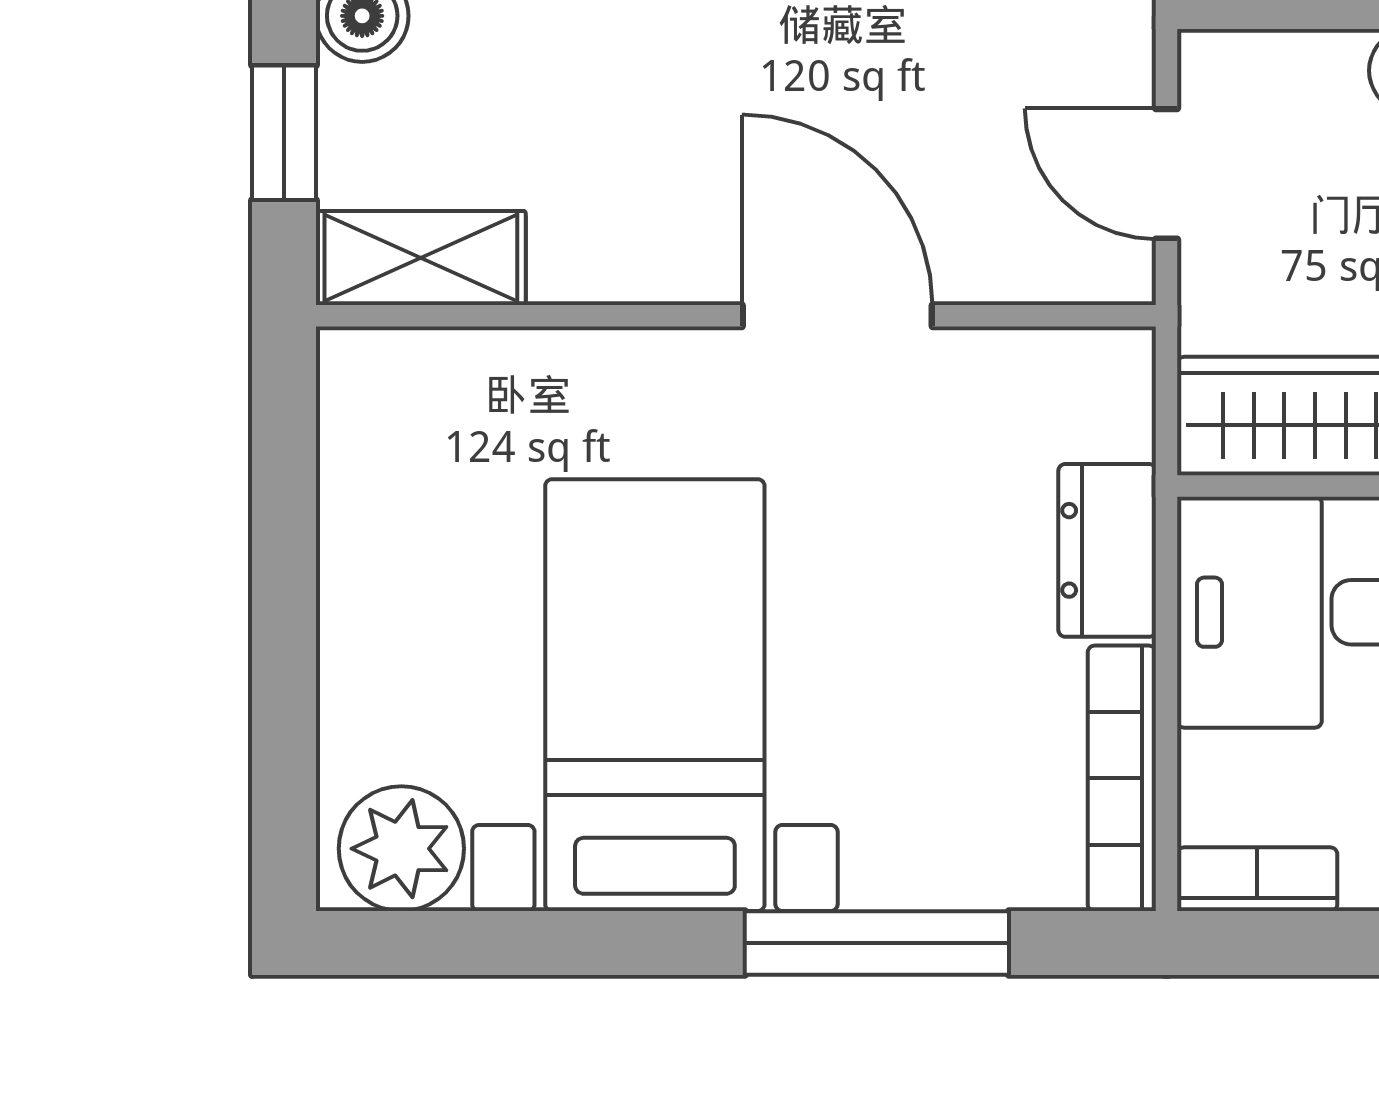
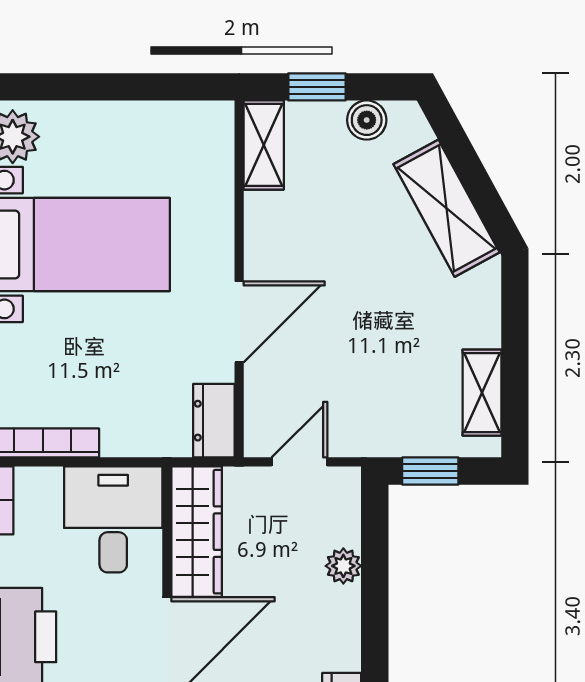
dresser: (1107, 550) -> (214, 421), moved, turned -90

